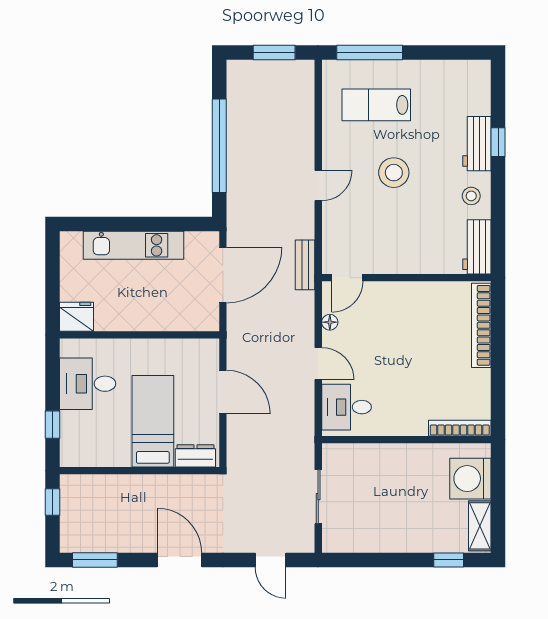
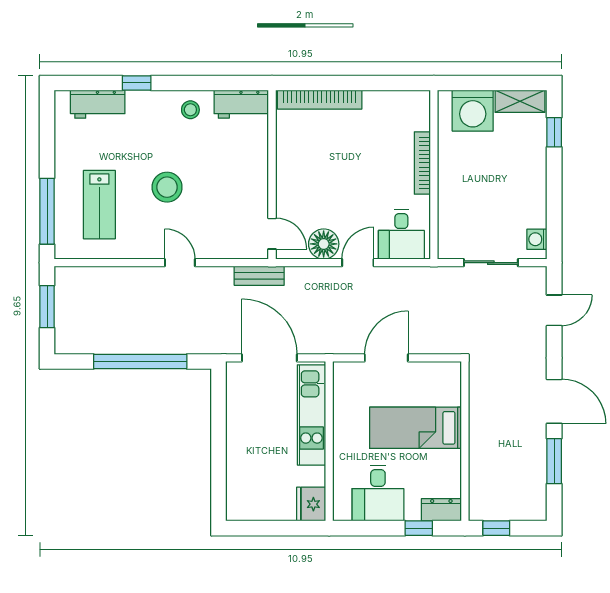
workbench: (477, 144) -> (98, 104), moved
kitchen unit: (133, 245) -> (311, 415), moved, turned 180
floor lamp: (330, 322) -> (324, 244), width x1.89, depth x1.89
bookcase: (460, 428) -> (422, 163), moved
dresser: (195, 456) -> (441, 510), moved, turned 90
washing machine: (342, 543) -> (537, 239), added
window: (95, 560) -> (554, 461), moved
door: (179, 560) -> (554, 401), swing flipped

